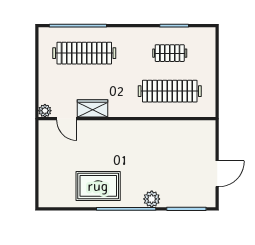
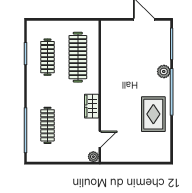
clothes rail: (84, 53) -> (47, 125), width x0.73, depth x0.76
clothes rail: (170, 53) -> (47, 57), width x1.36
wardrobe: (93, 108) -> (92, 106), moved

